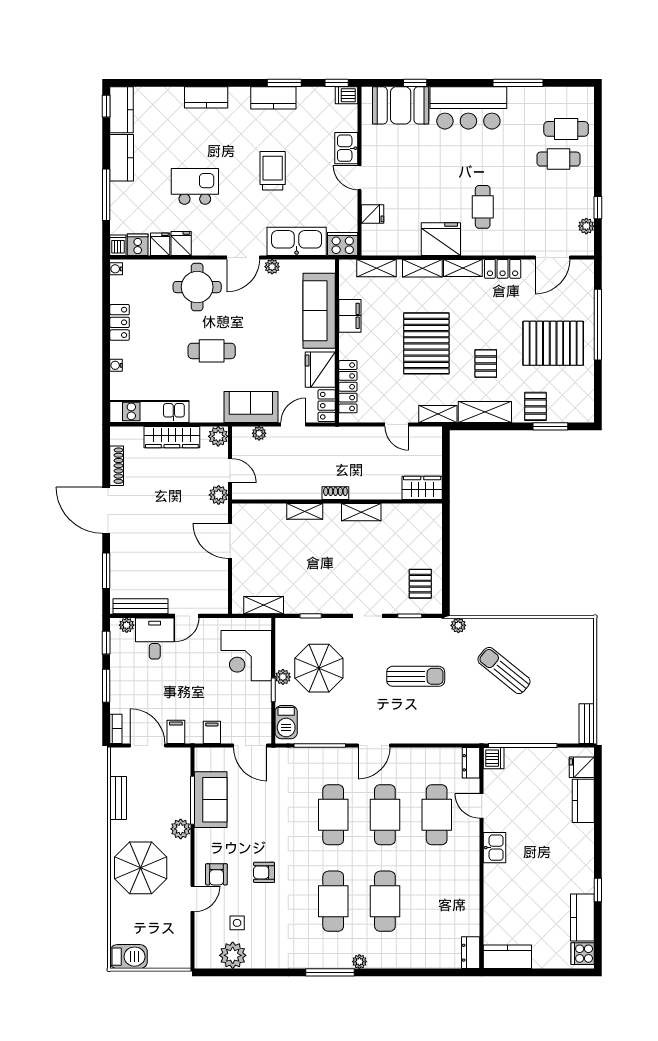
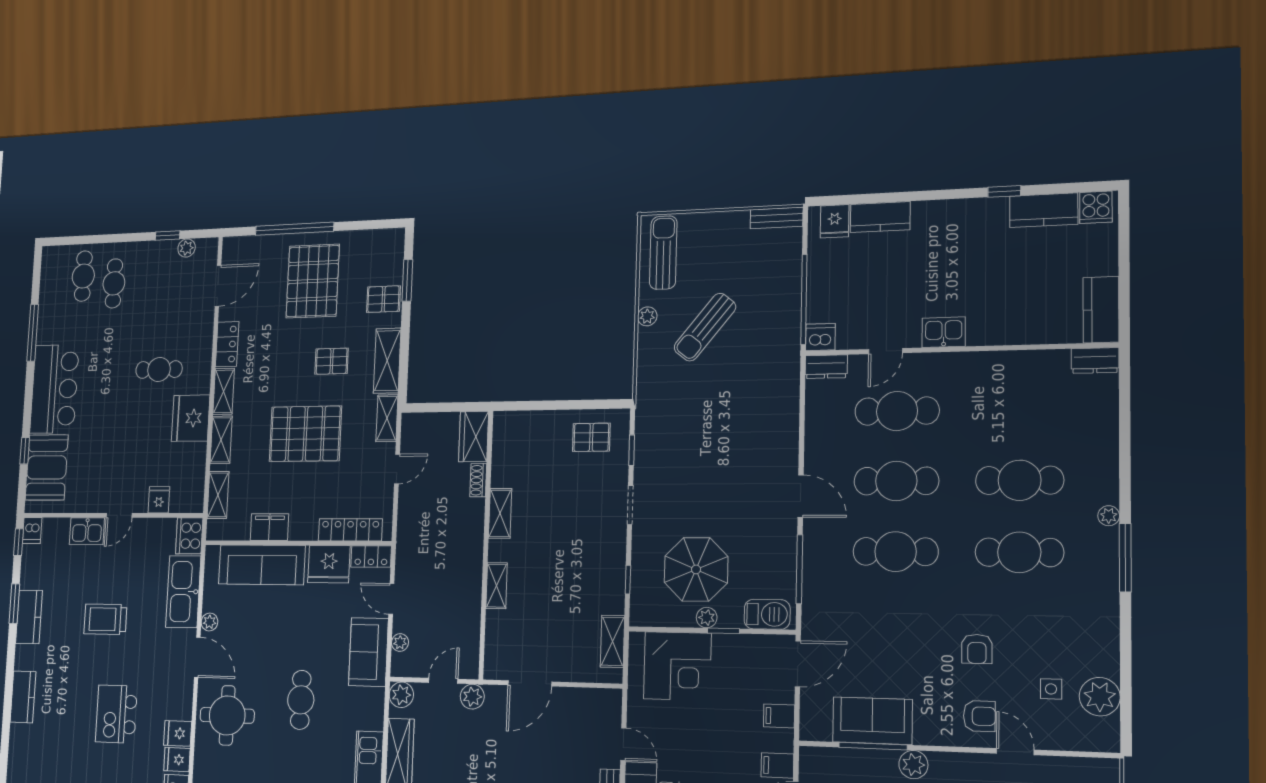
door: (552, 257) -> (218, 286), hinge flipped
shoe rack: (335, 493) -> (478, 480), moved
plant: (458, 625) -> (647, 316), moved
sun lounger: (416, 676) -> (663, 253), moved

